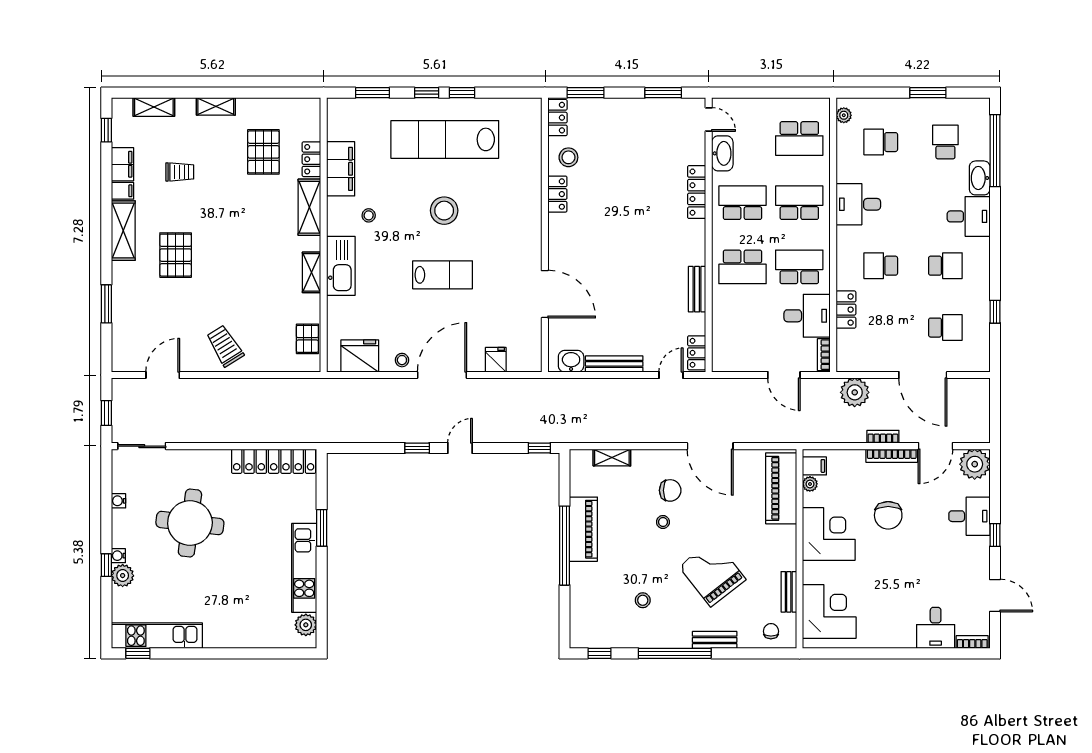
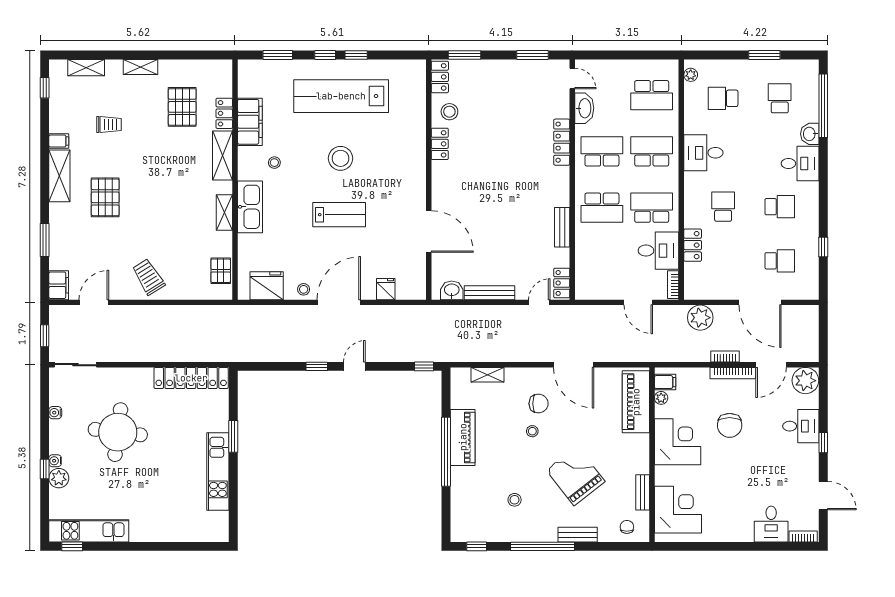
filing cabinet: (122, 164) -> (59, 285), moved
washbasin: (980, 178) -> (810, 134), width x0.72
school desk: (881, 266) -> (723, 207), turned 90
plant: (306, 625) -> (219, 521), removed

